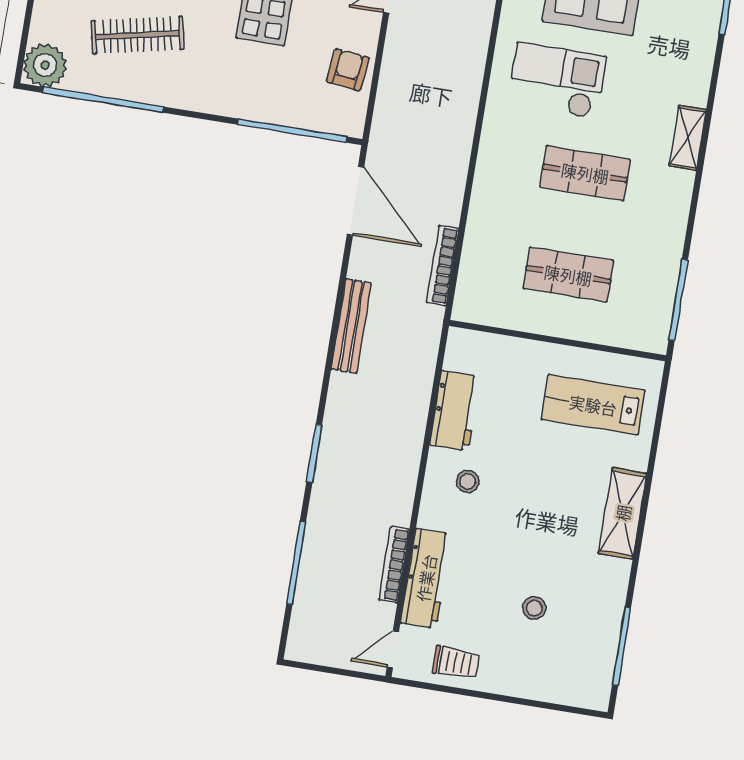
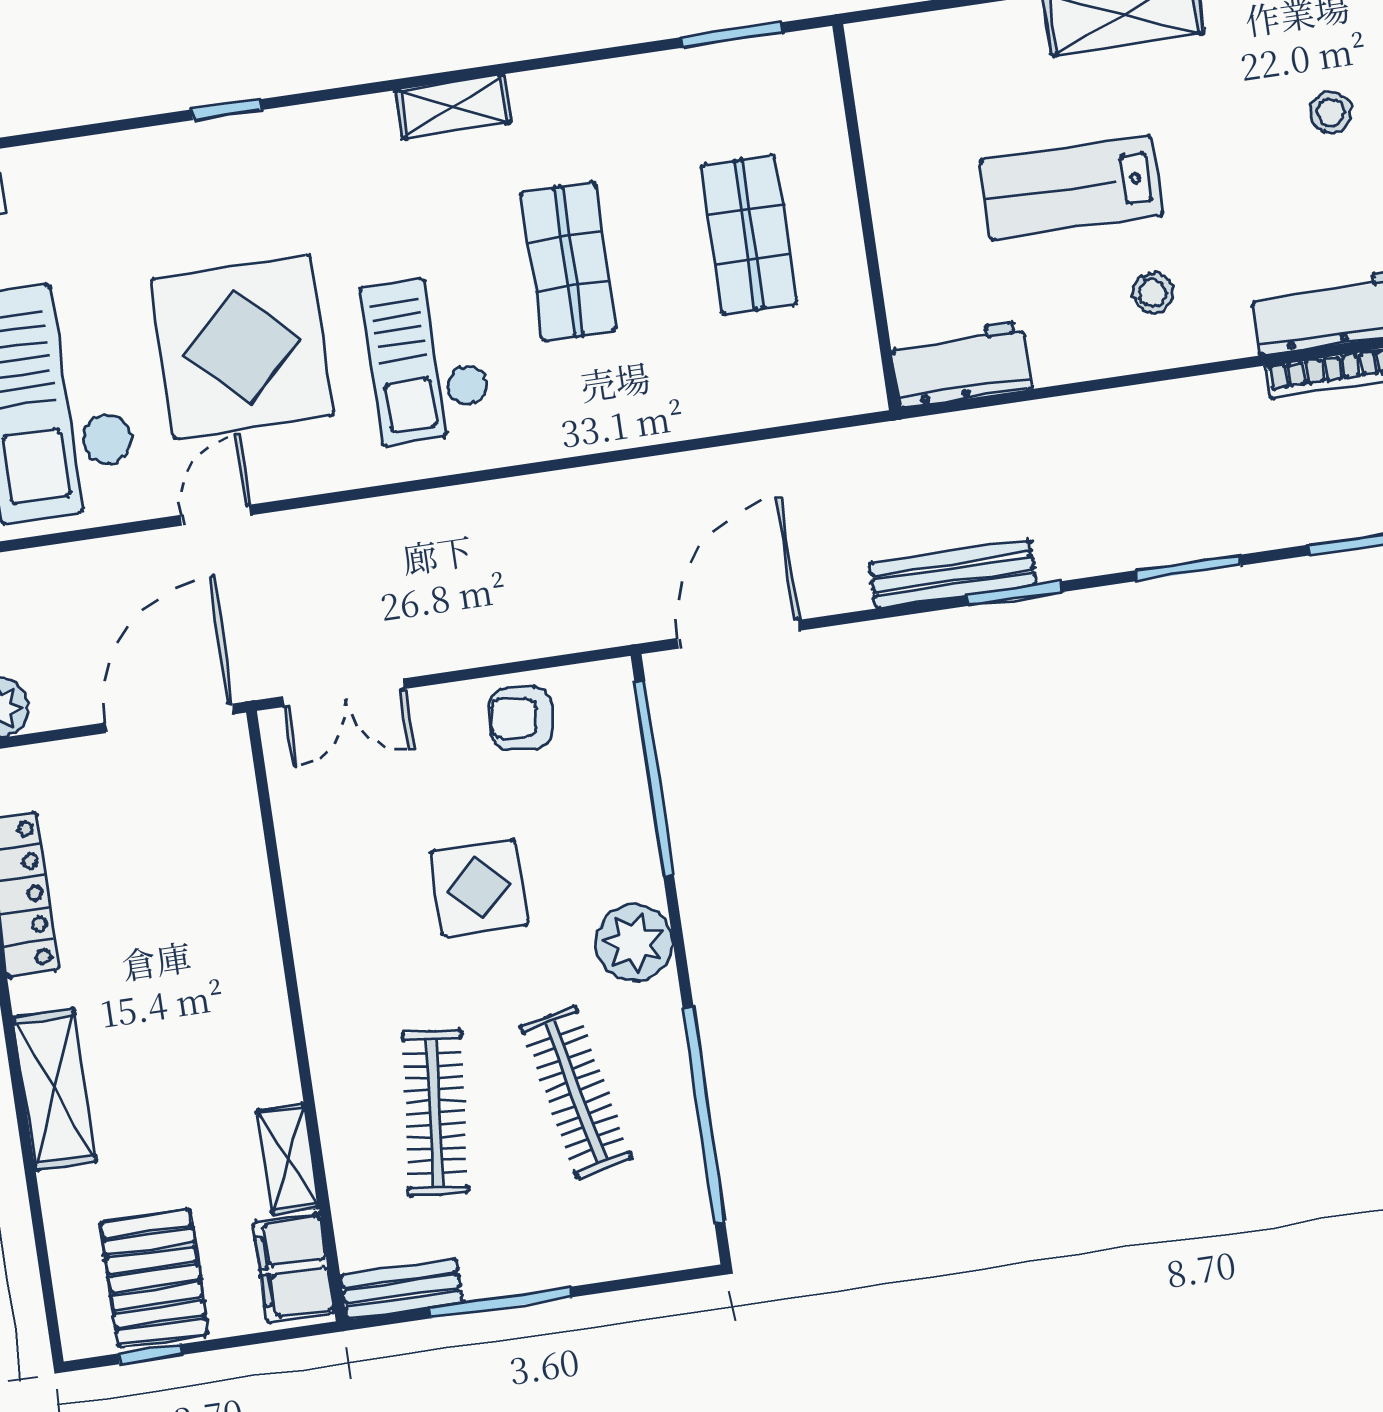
plant: (45, 65) -> (634, 943), moved
bookcase: (443, 265) -> (801, 452), removed
window: (678, 300) -> (732, 35), width x0.69
window: (330, 356) -> (1014, 594), added
lab bench: (593, 405) -> (1071, 188), moved, turned 90
workbench: (455, 411) -> (961, 364), moved

